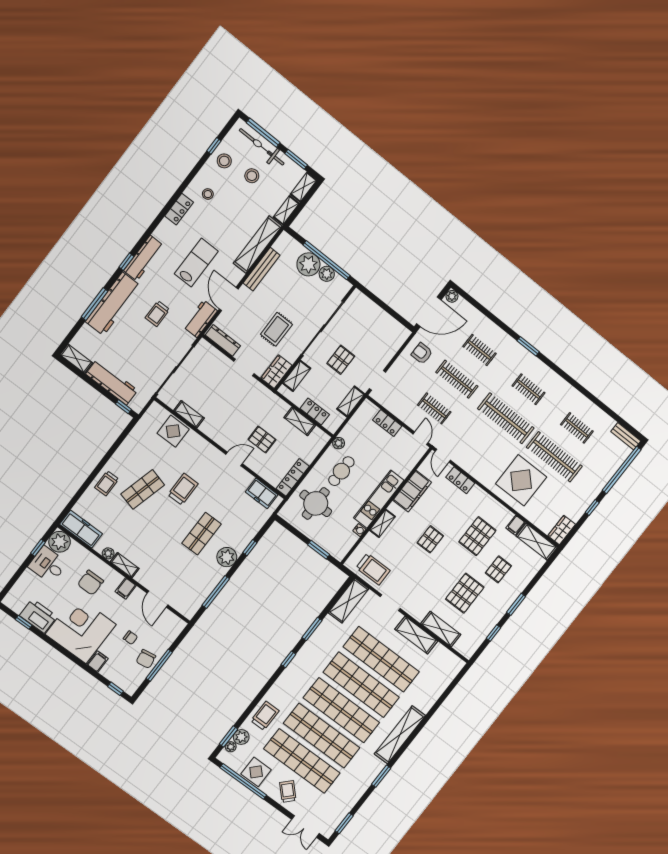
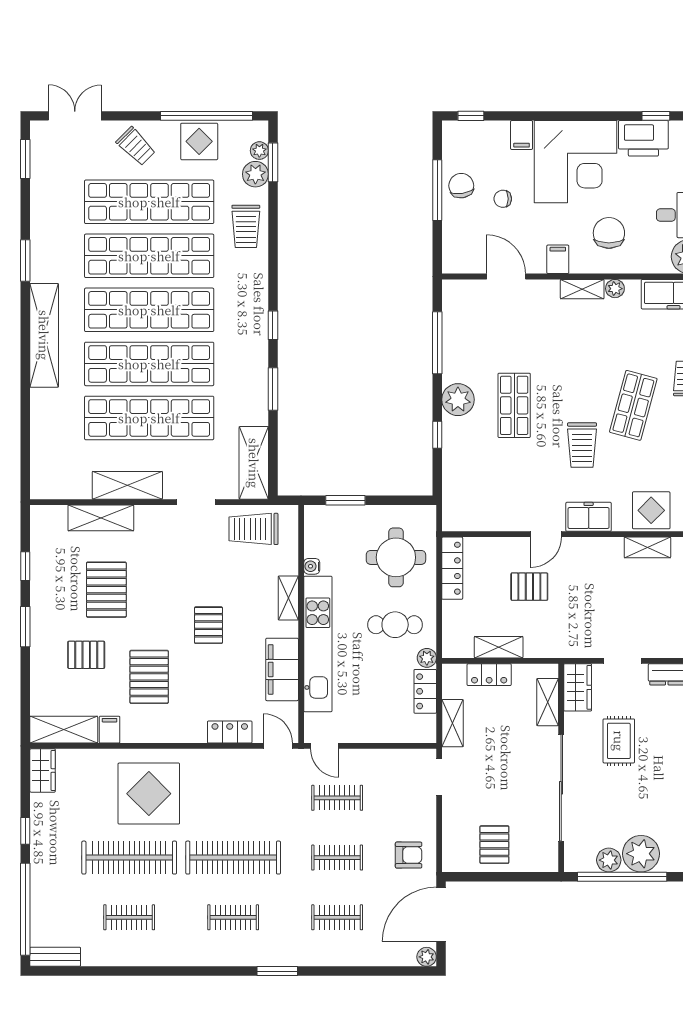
pallet: (341, 360) -> (494, 845), moved
clothes rail: (457, 379) -> (337, 858), width x0.73
locker: (387, 423) -> (425, 691), moved, turned -90
cafe table: (341, 471) -> (395, 625), turned 90
freezer: (262, 493) -> (589, 517), moved
kitchen unit: (379, 499) -> (318, 644), width x1.36
pallet: (498, 569) -> (86, 655), turned 90

